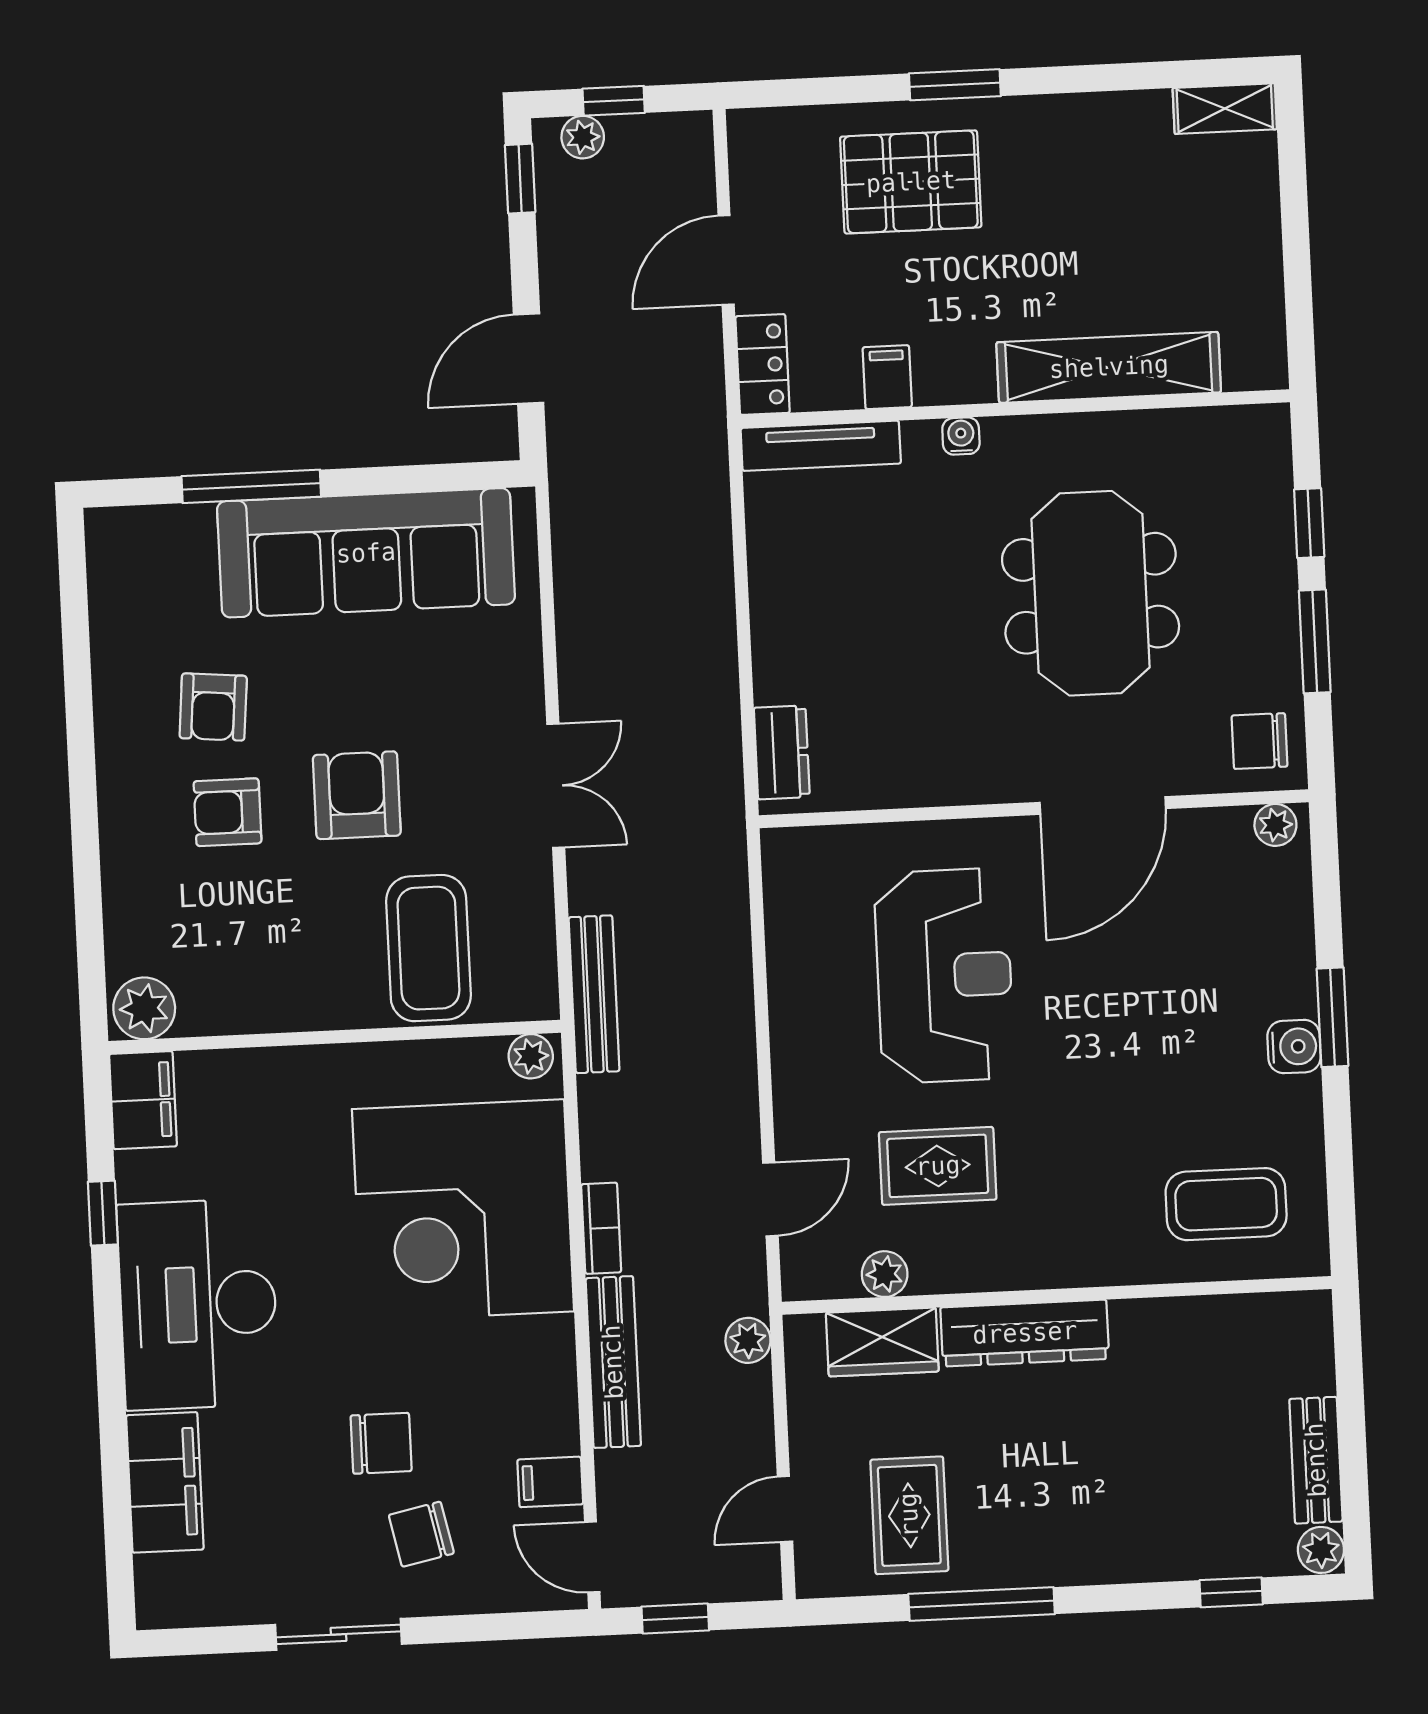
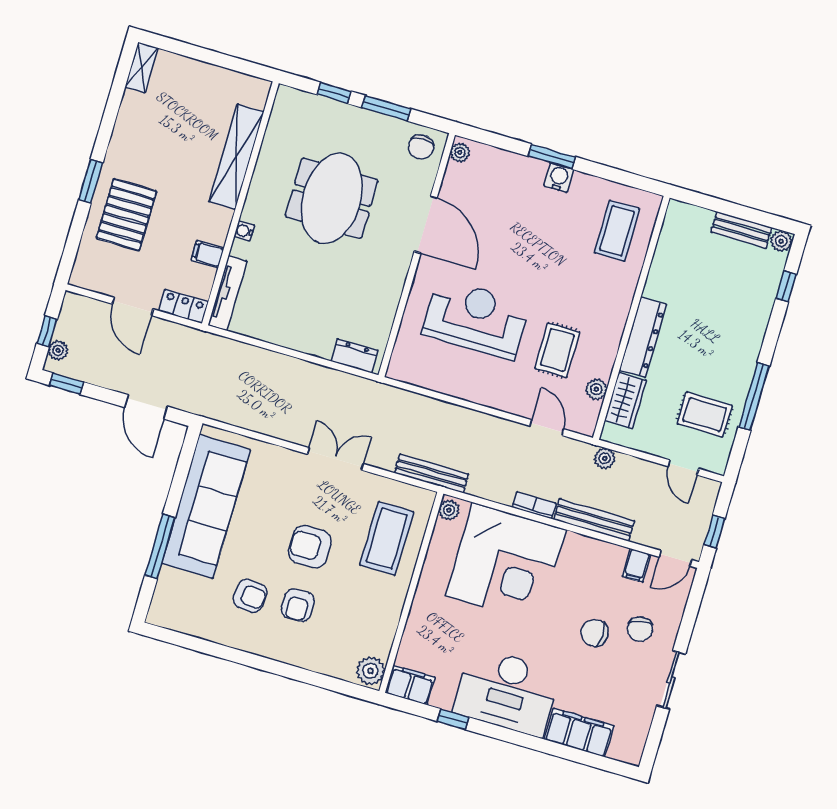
meeting table: (1091, 593) -> (332, 198), turned 90
coffee table: (428, 948) -> (387, 538), turned 90
chair: (381, 1443) -> (594, 633), turned -90

